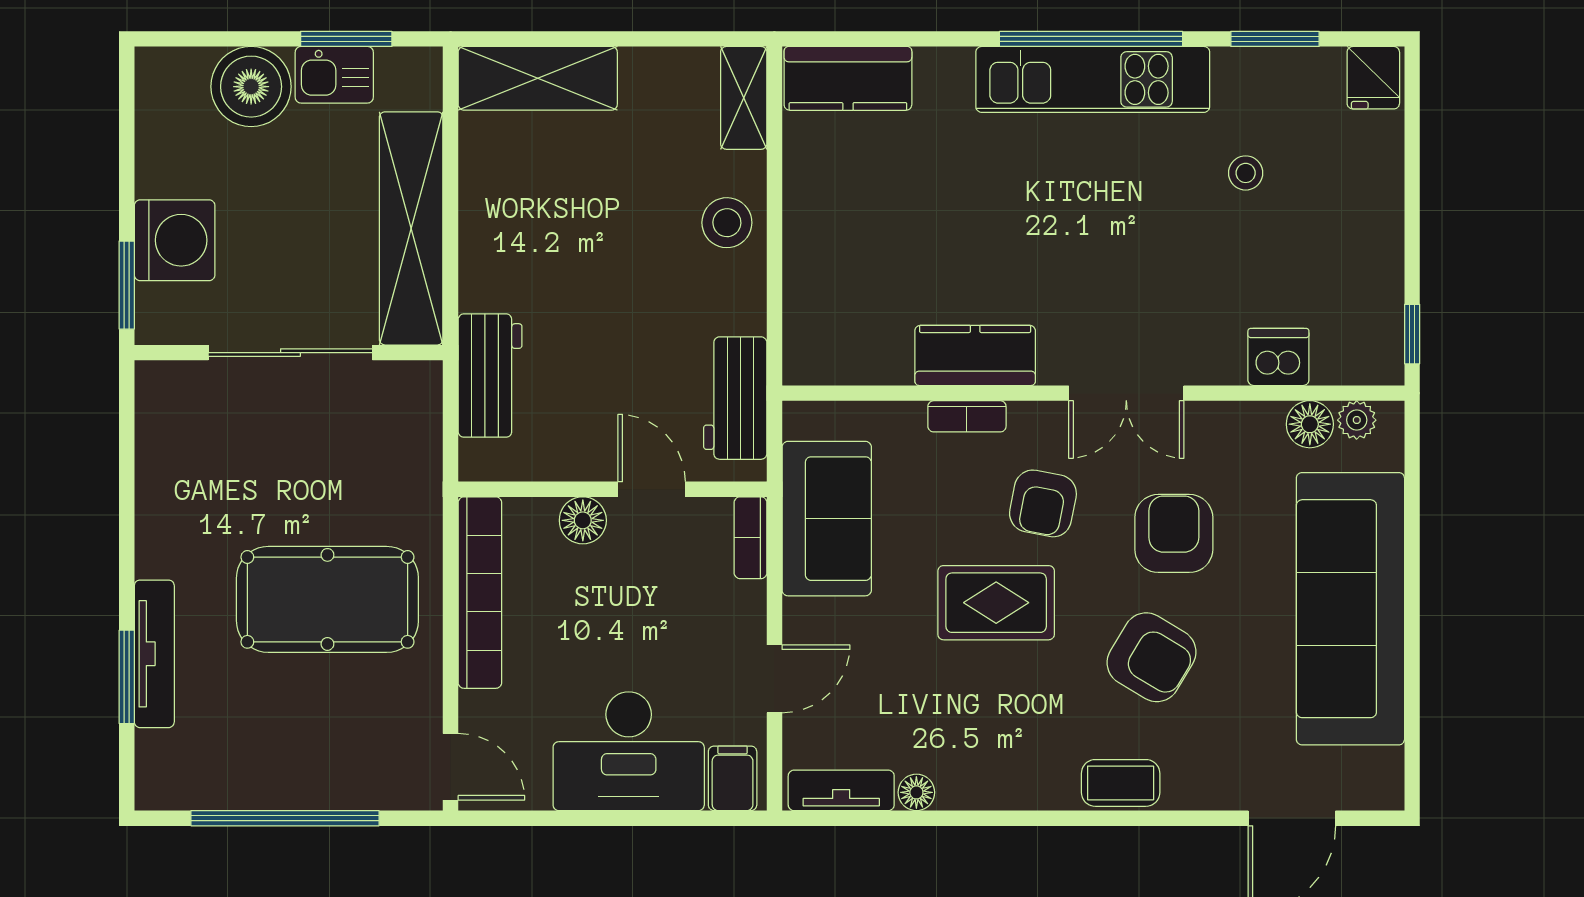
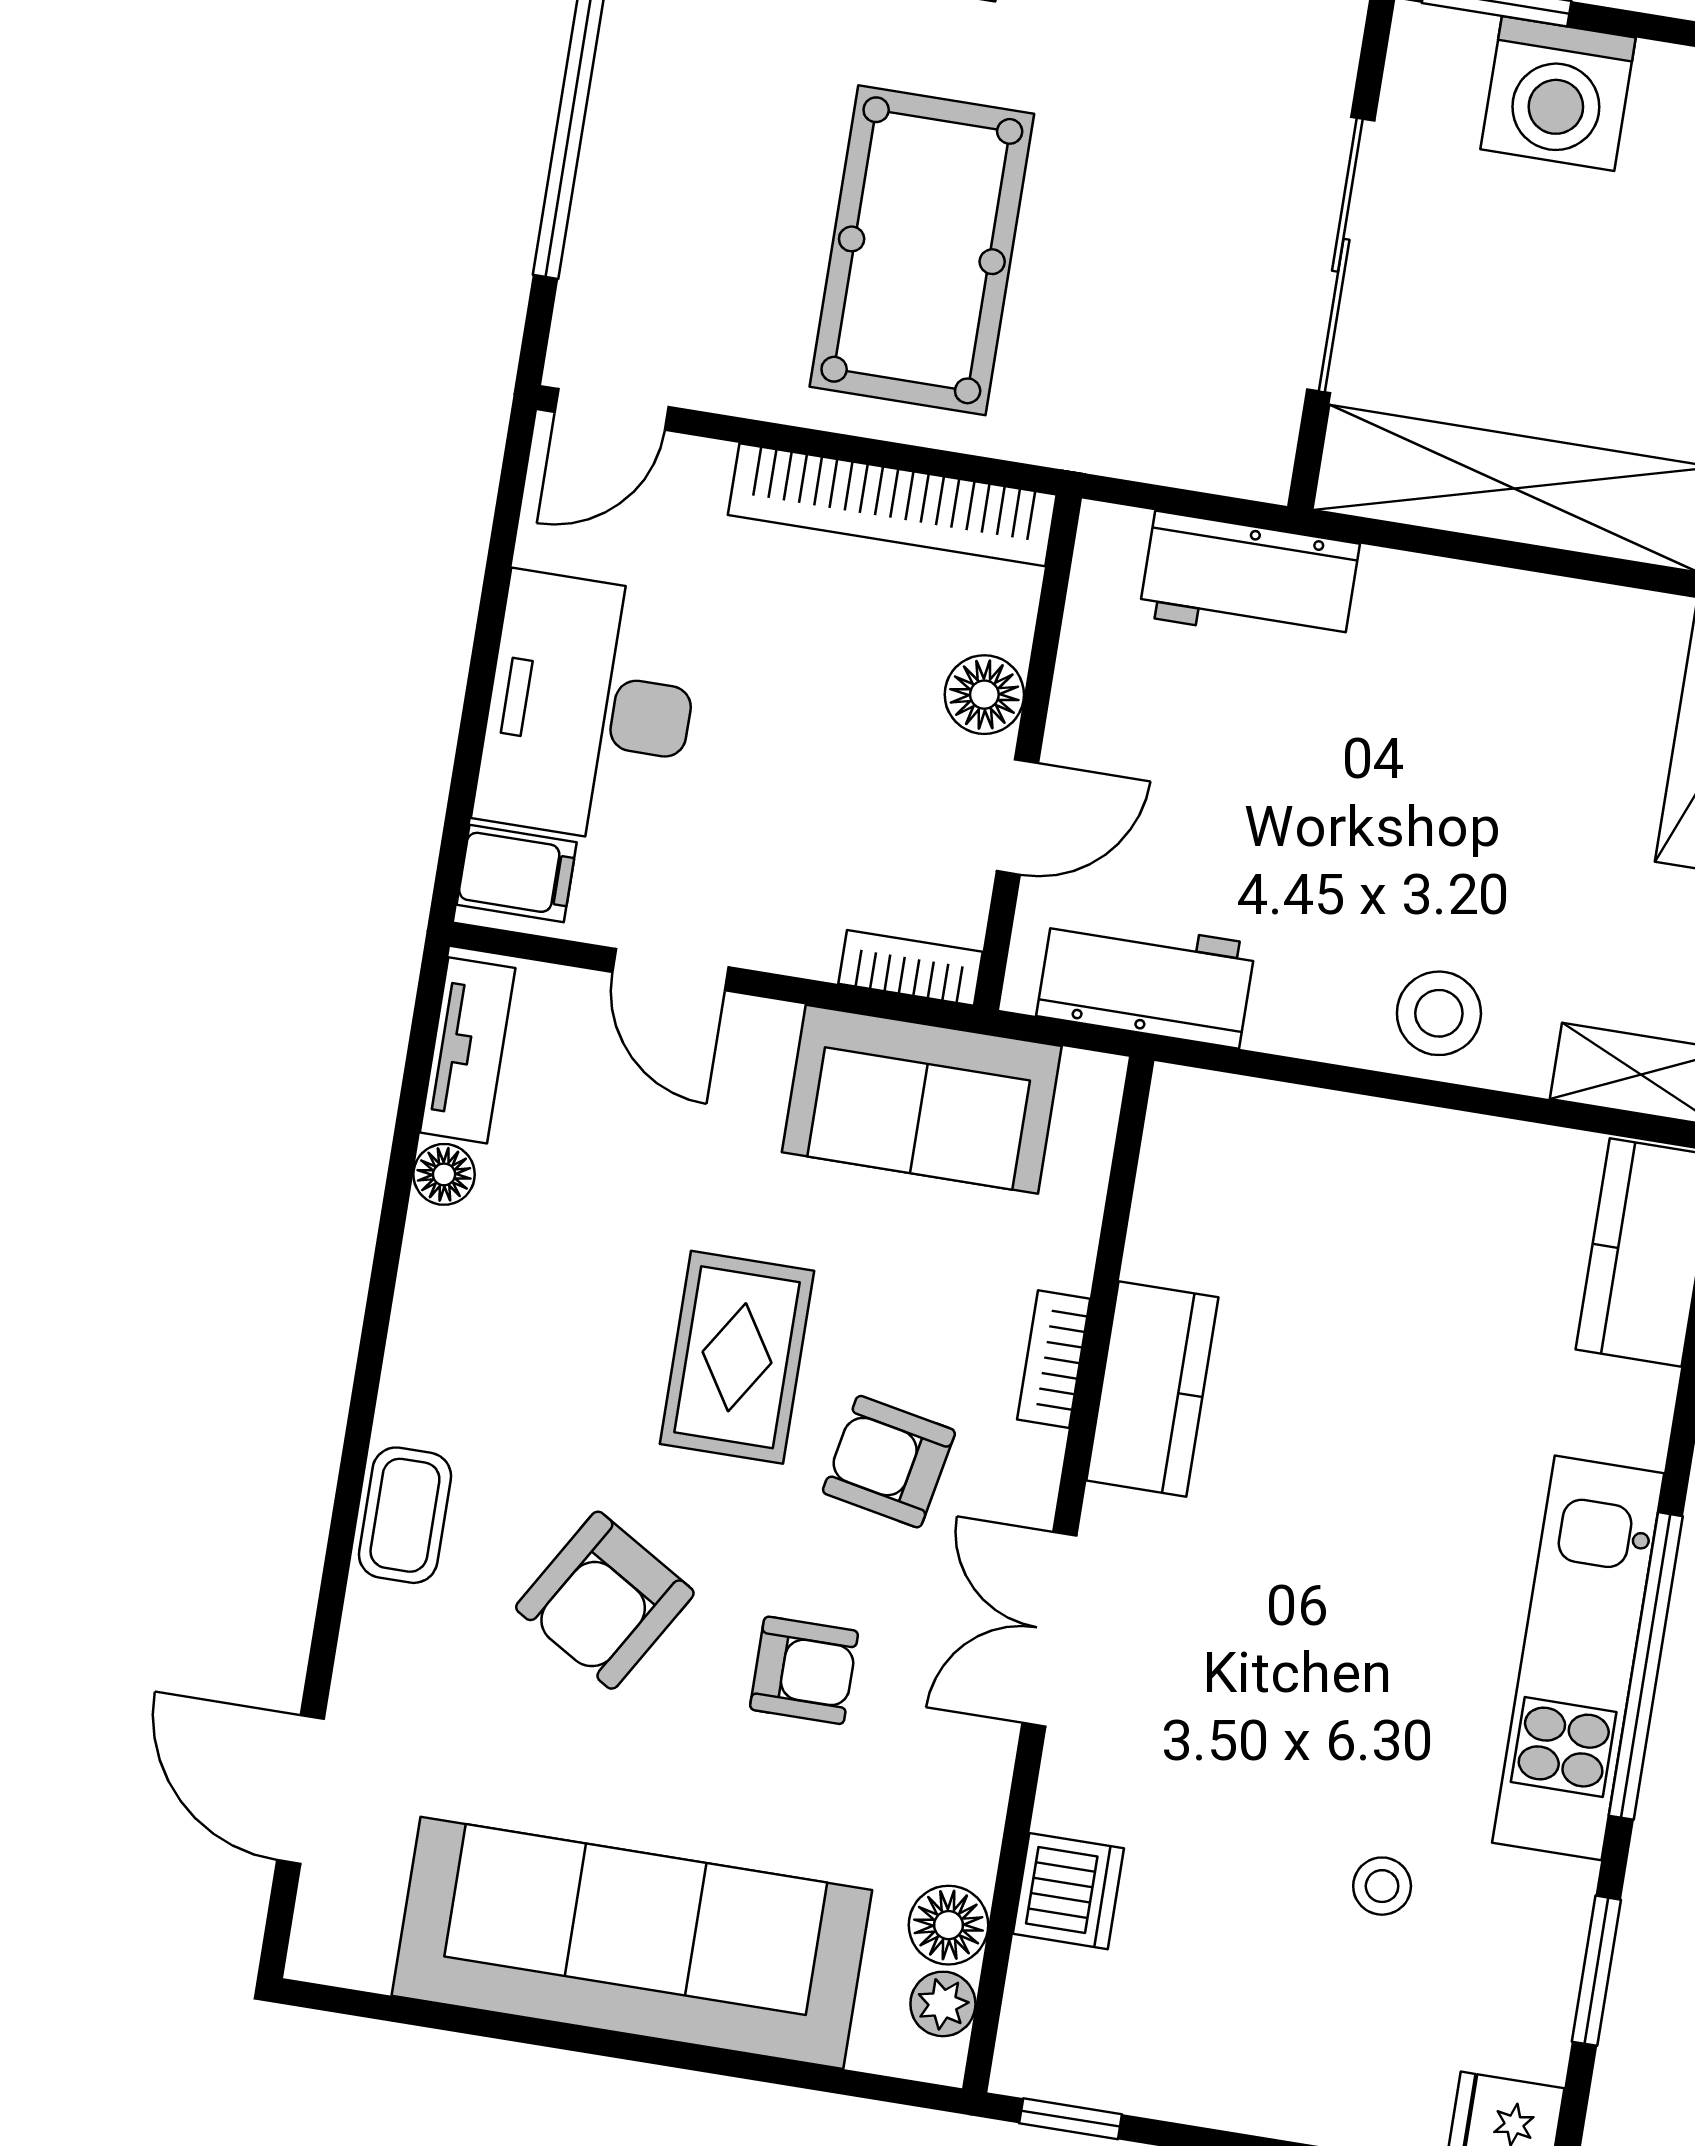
armchair: (1174, 533) -> (804, 1670), width x0.72, depth x0.72

